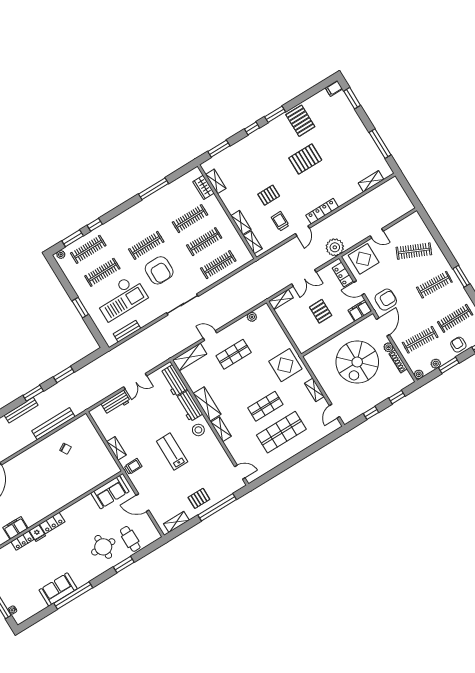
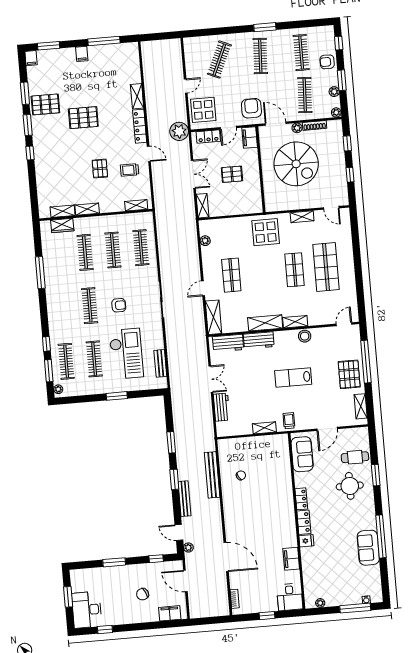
filing cabinet: (359, 130) -> (82, 54), added
window: (219, 149) -> (25, 93), moved
pallet: (305, 159) -> (83, 118), turned 90
shelving: (371, 181) -> (137, 96), moved
shelving: (241, 223) -> (87, 209), moved
armchair: (159, 270) -> (119, 305), width x0.53, depth x0.53
stool: (198, 430) -> (305, 336), moved
pallet: (199, 498) -> (349, 374), width x1.50, depth x1.42
locker: (22, 541) -> (301, 499), moved

